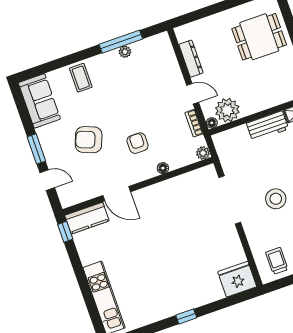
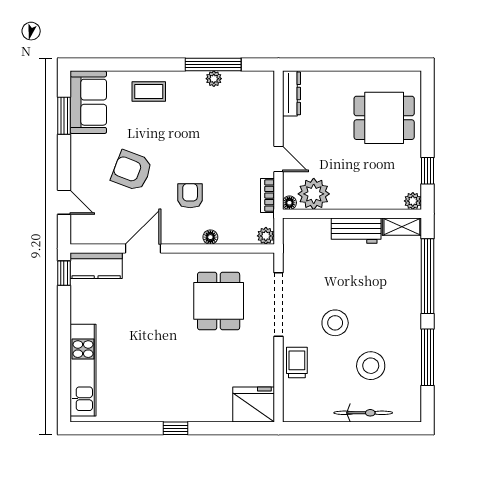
dresser: (191, 59) -> (291, 93), moved
coffee table: (81, 78) -> (149, 92), turned 90
window: (36, 149) -> (64, 116), moved
door: (117, 194) -> (143, 248), swing flipped
dining table: (185, 213) -> (219, 301), added
trolley: (277, 261) -> (297, 363), moved

